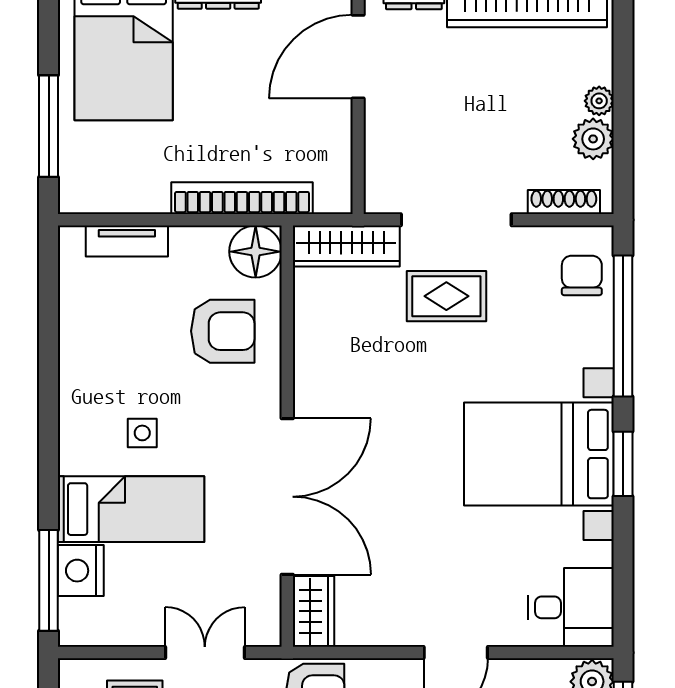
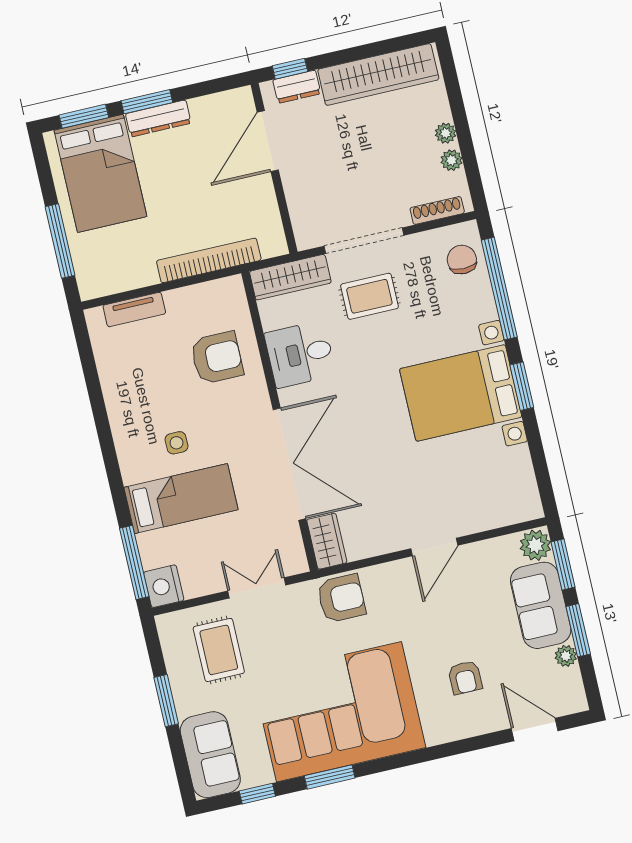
plant: (593, 139) -> (452, 160), width x0.73, depth x0.73
floor lamp: (256, 252) -> (227, 296), removed
nightstand: (81, 571) -> (164, 586), moved
desk: (571, 607) -> (300, 354), moved, turned 180

